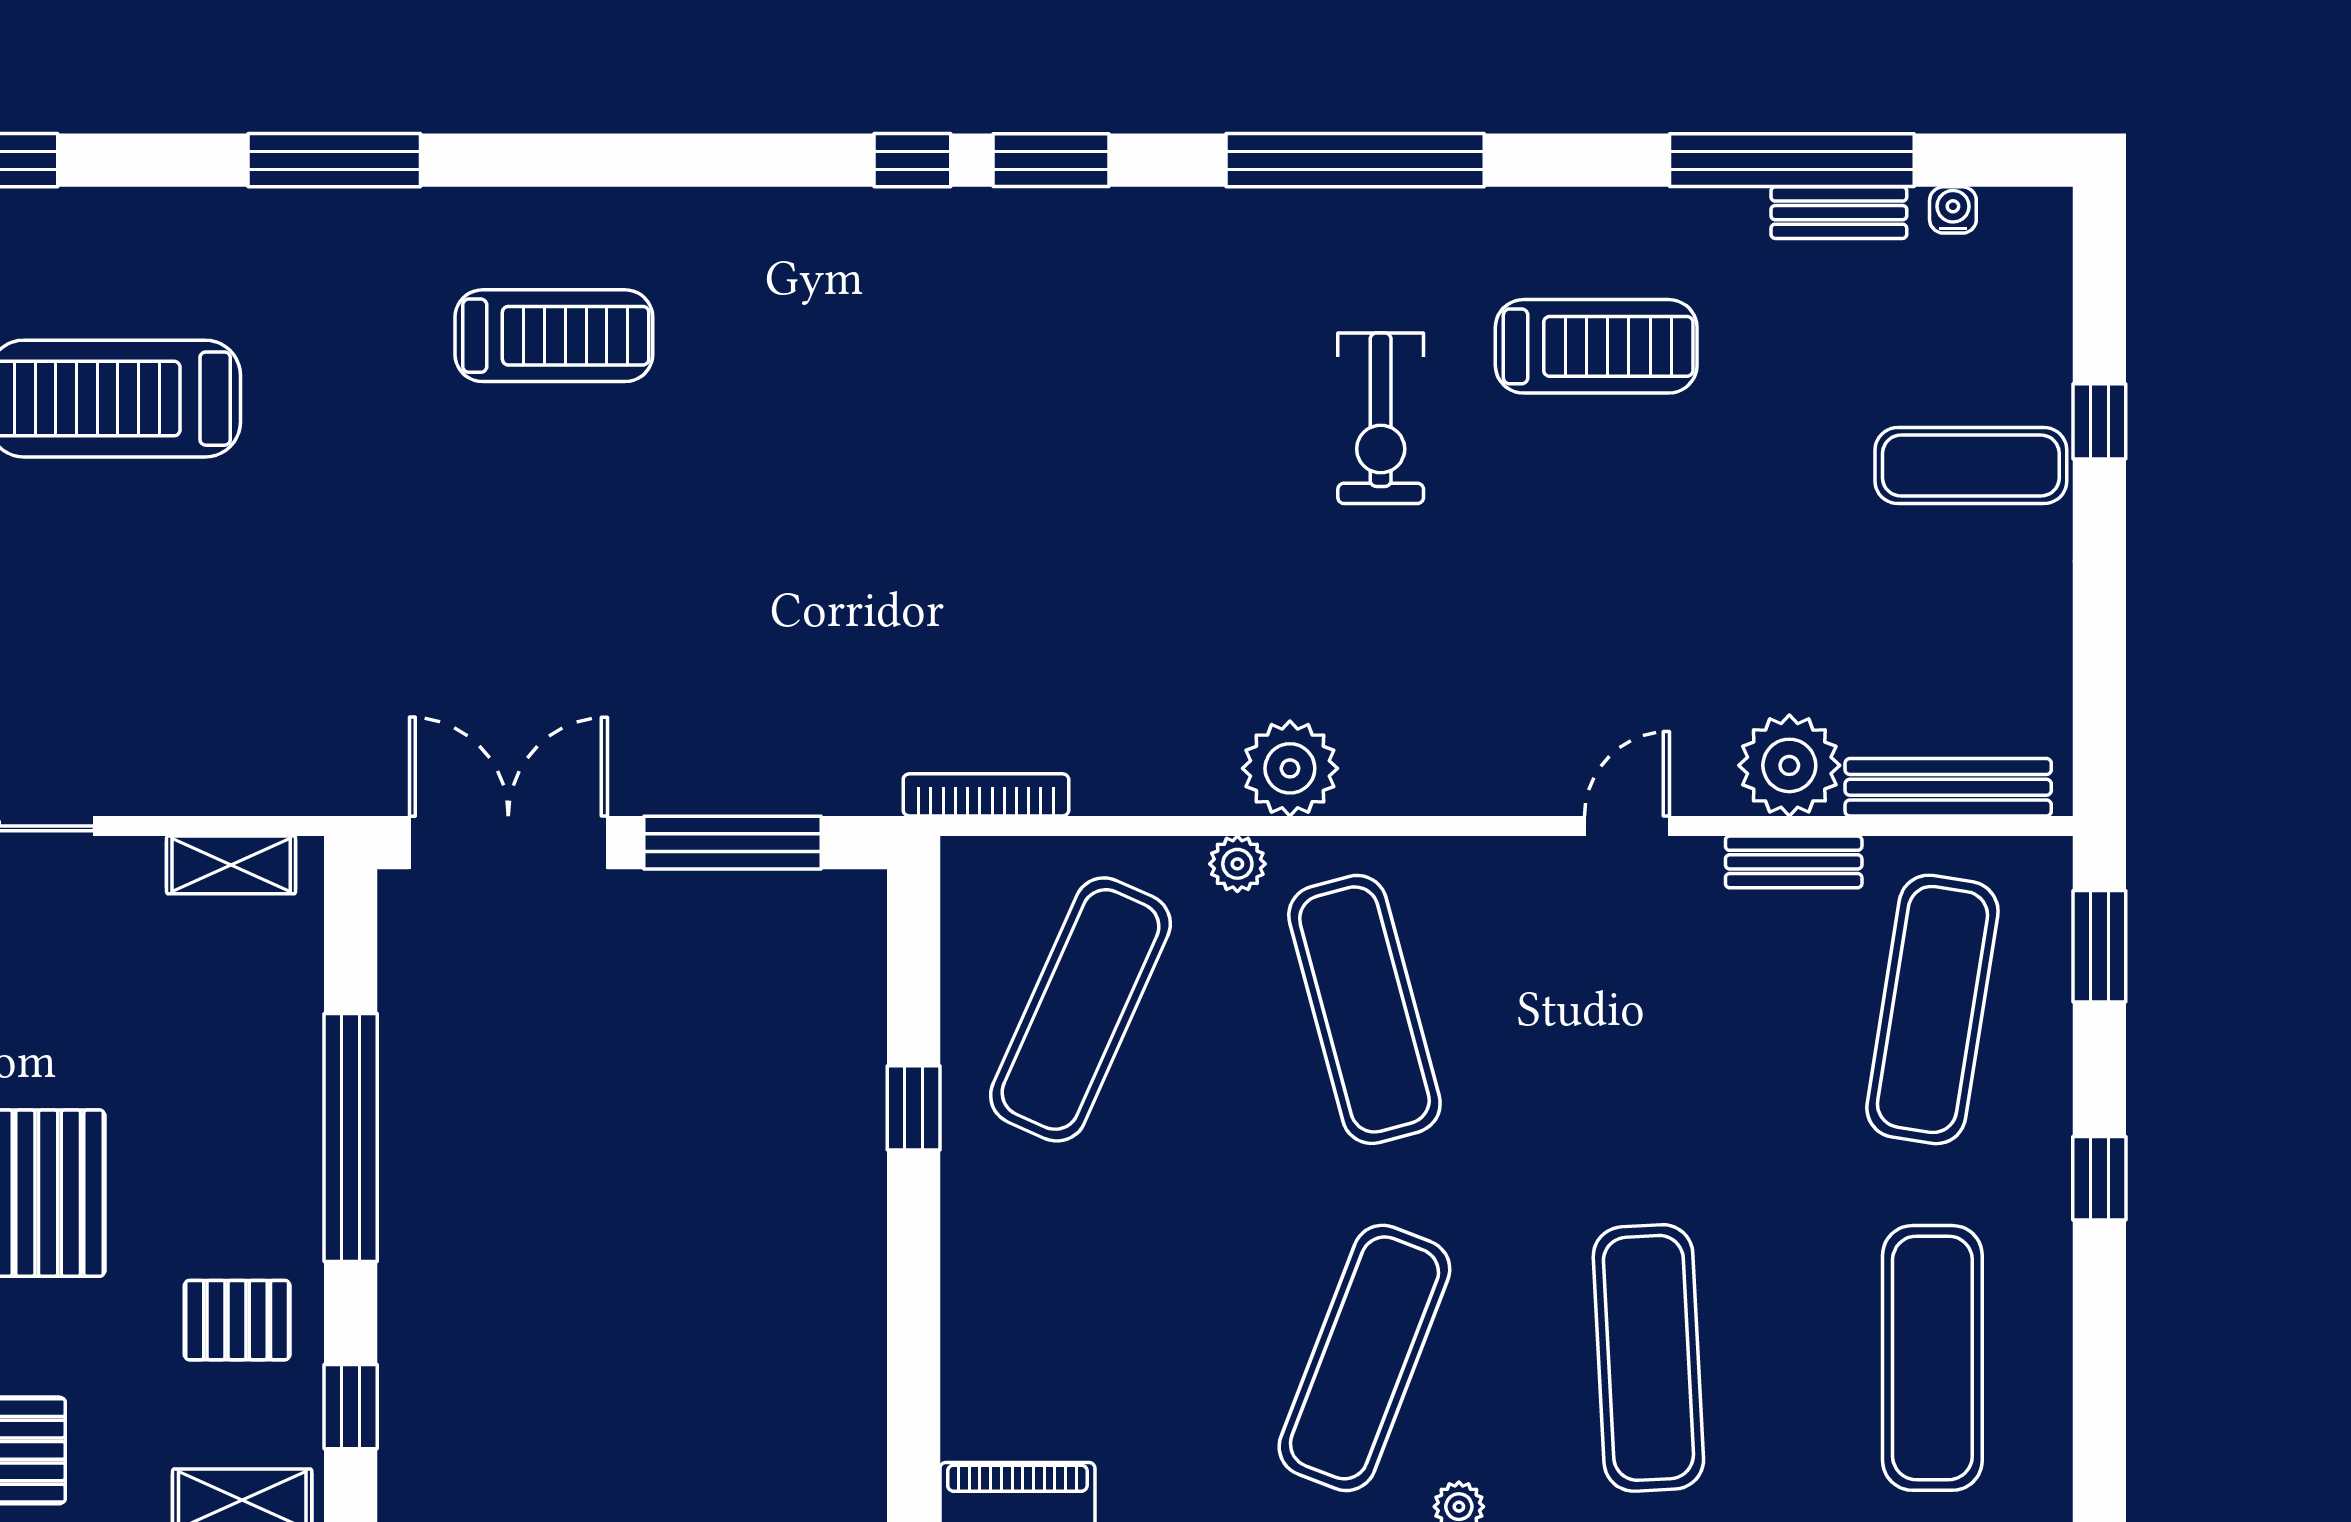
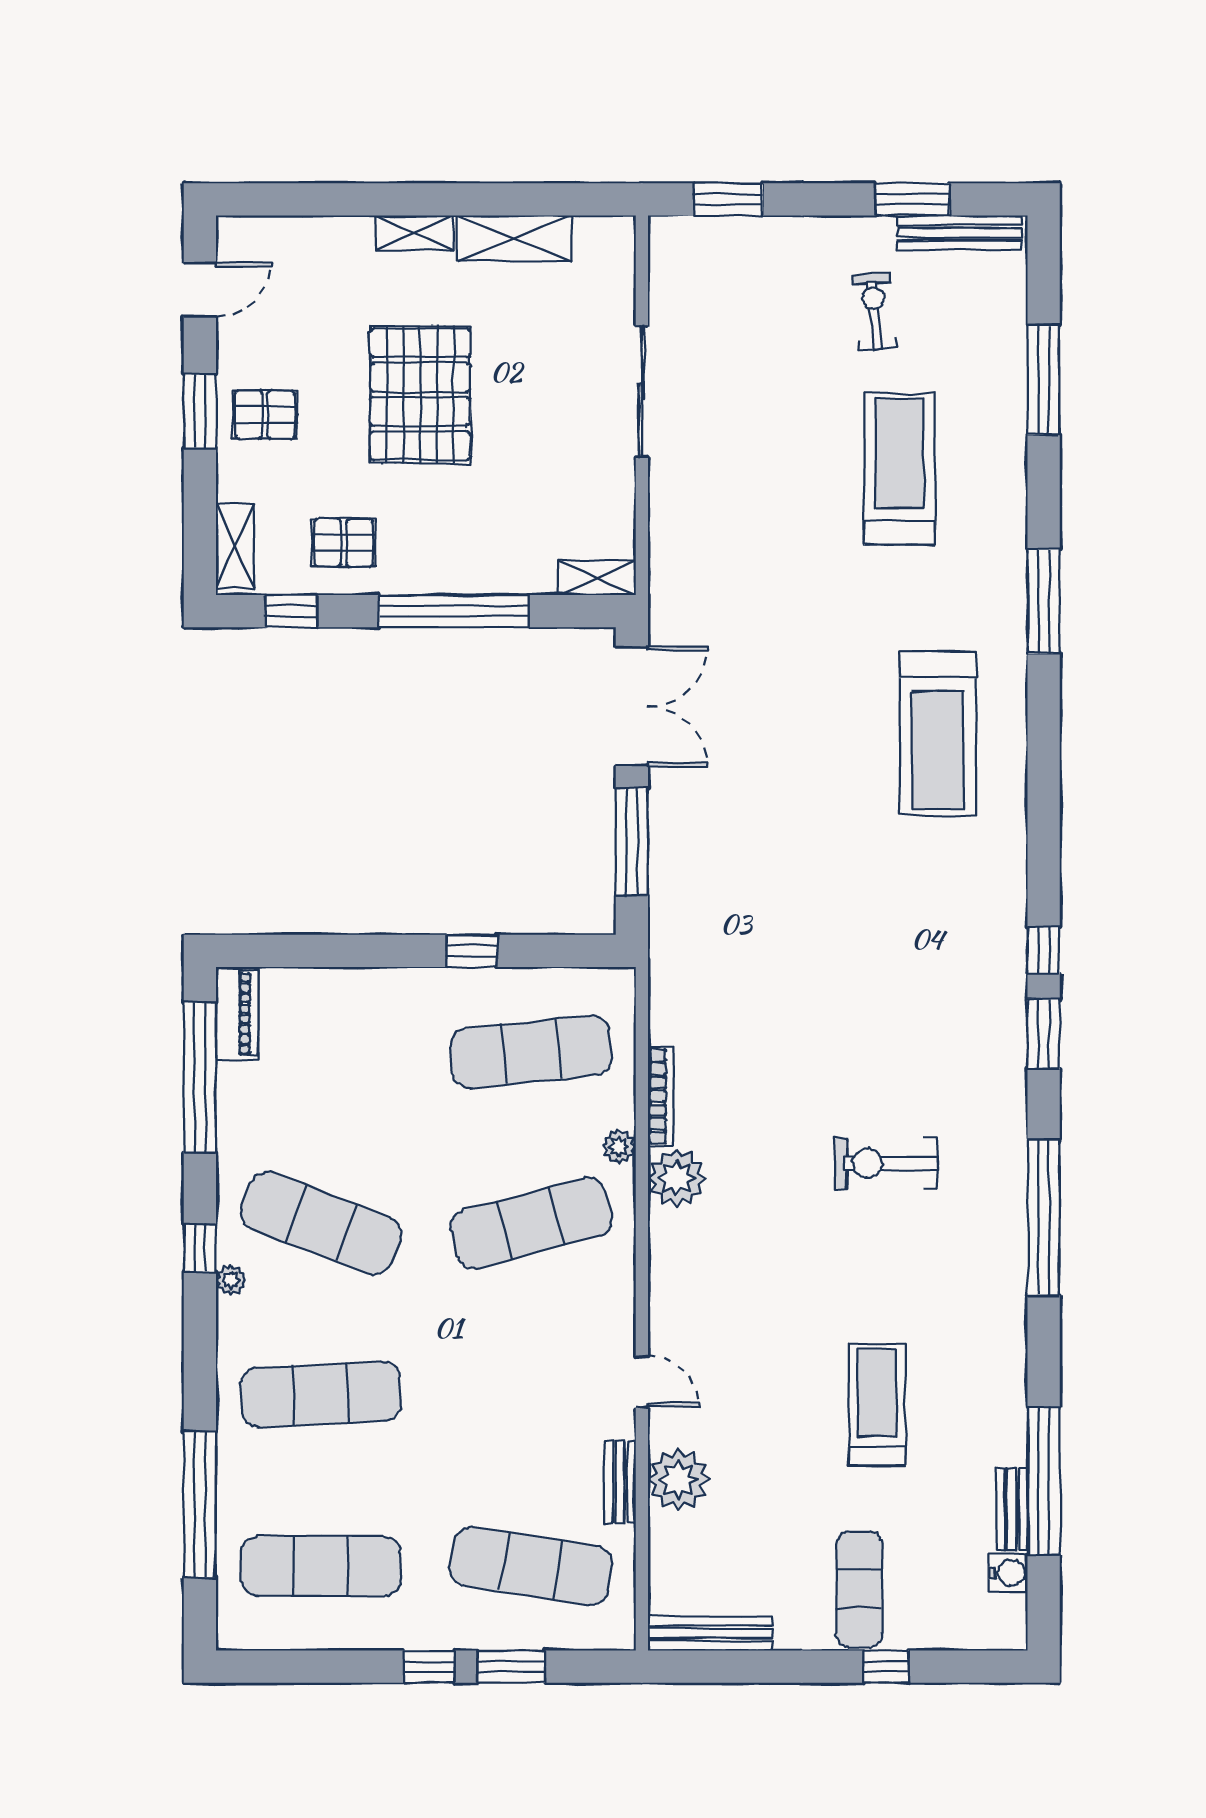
water cooler: (1953, 210) -> (1008, 1573), width x1.38, depth x1.38
treadmill: (554, 336) -> (938, 734), width x1.37, depth x1.38
treadmill: (1596, 346) -> (877, 1405), moved, turned 180
exercise bike: (1381, 418) -> (886, 1163), moved
bench: (1948, 787) -> (710, 1633), moved, turned 90
bookcase: (986, 795) -> (661, 1096), moved
shelving: (231, 865) -> (597, 578), moved, turned 90
window: (2099, 946) -> (511, 1667), moved
exercise mat: (1080, 1009) -> (531, 1052), turned -30
pallet: (237, 1320) -> (344, 543), turned 90

